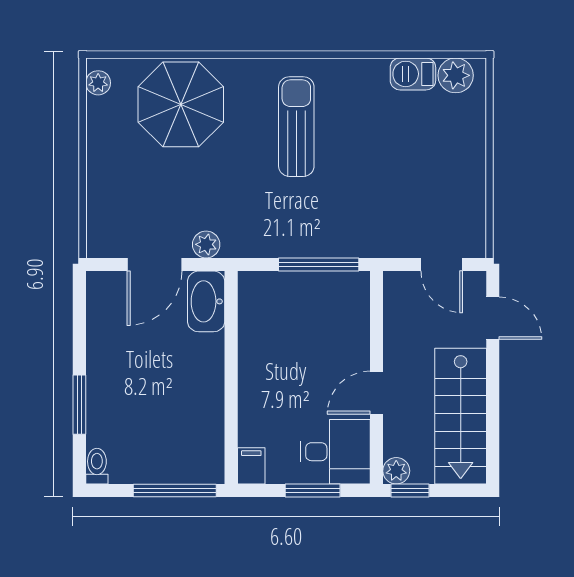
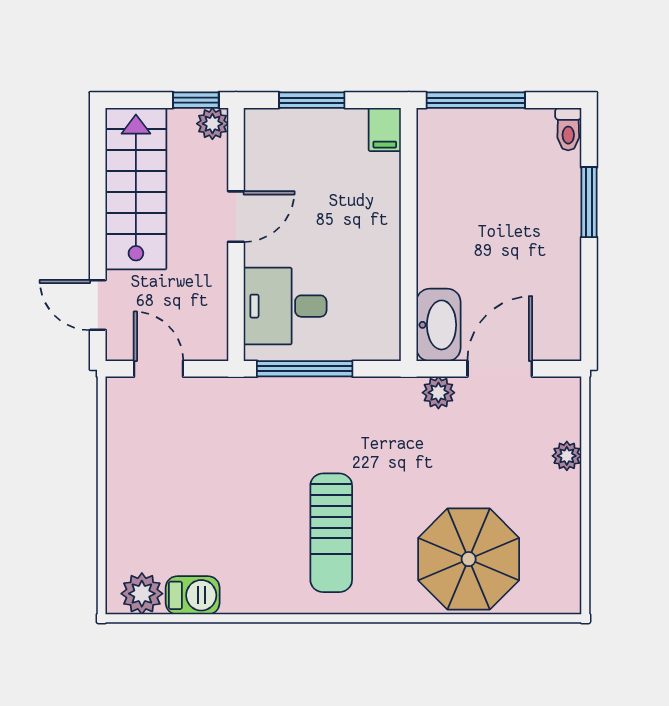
plant: (98, 83) -> (567, 456), moved
desk: (335, 452) -> (285, 306), moved

